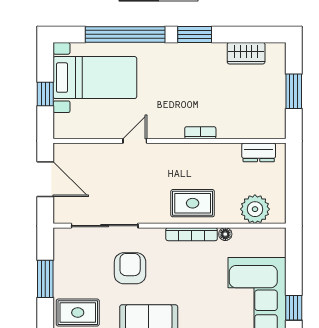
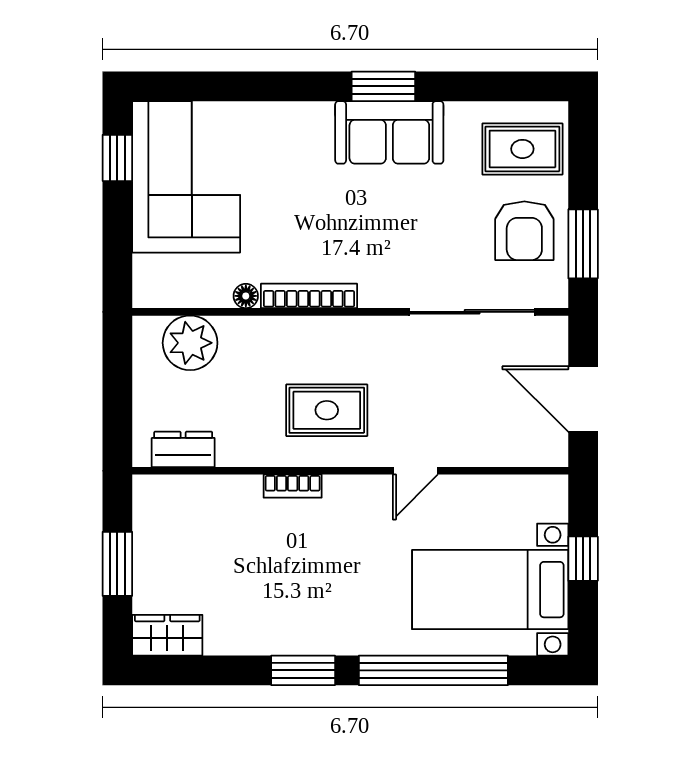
wardrobe: (246, 53) -> (167, 635), moved
rug: (193, 203) -> (327, 410), moved
armchair: (130, 268) -> (524, 231), moved
window: (45, 279) -> (583, 244), moved

